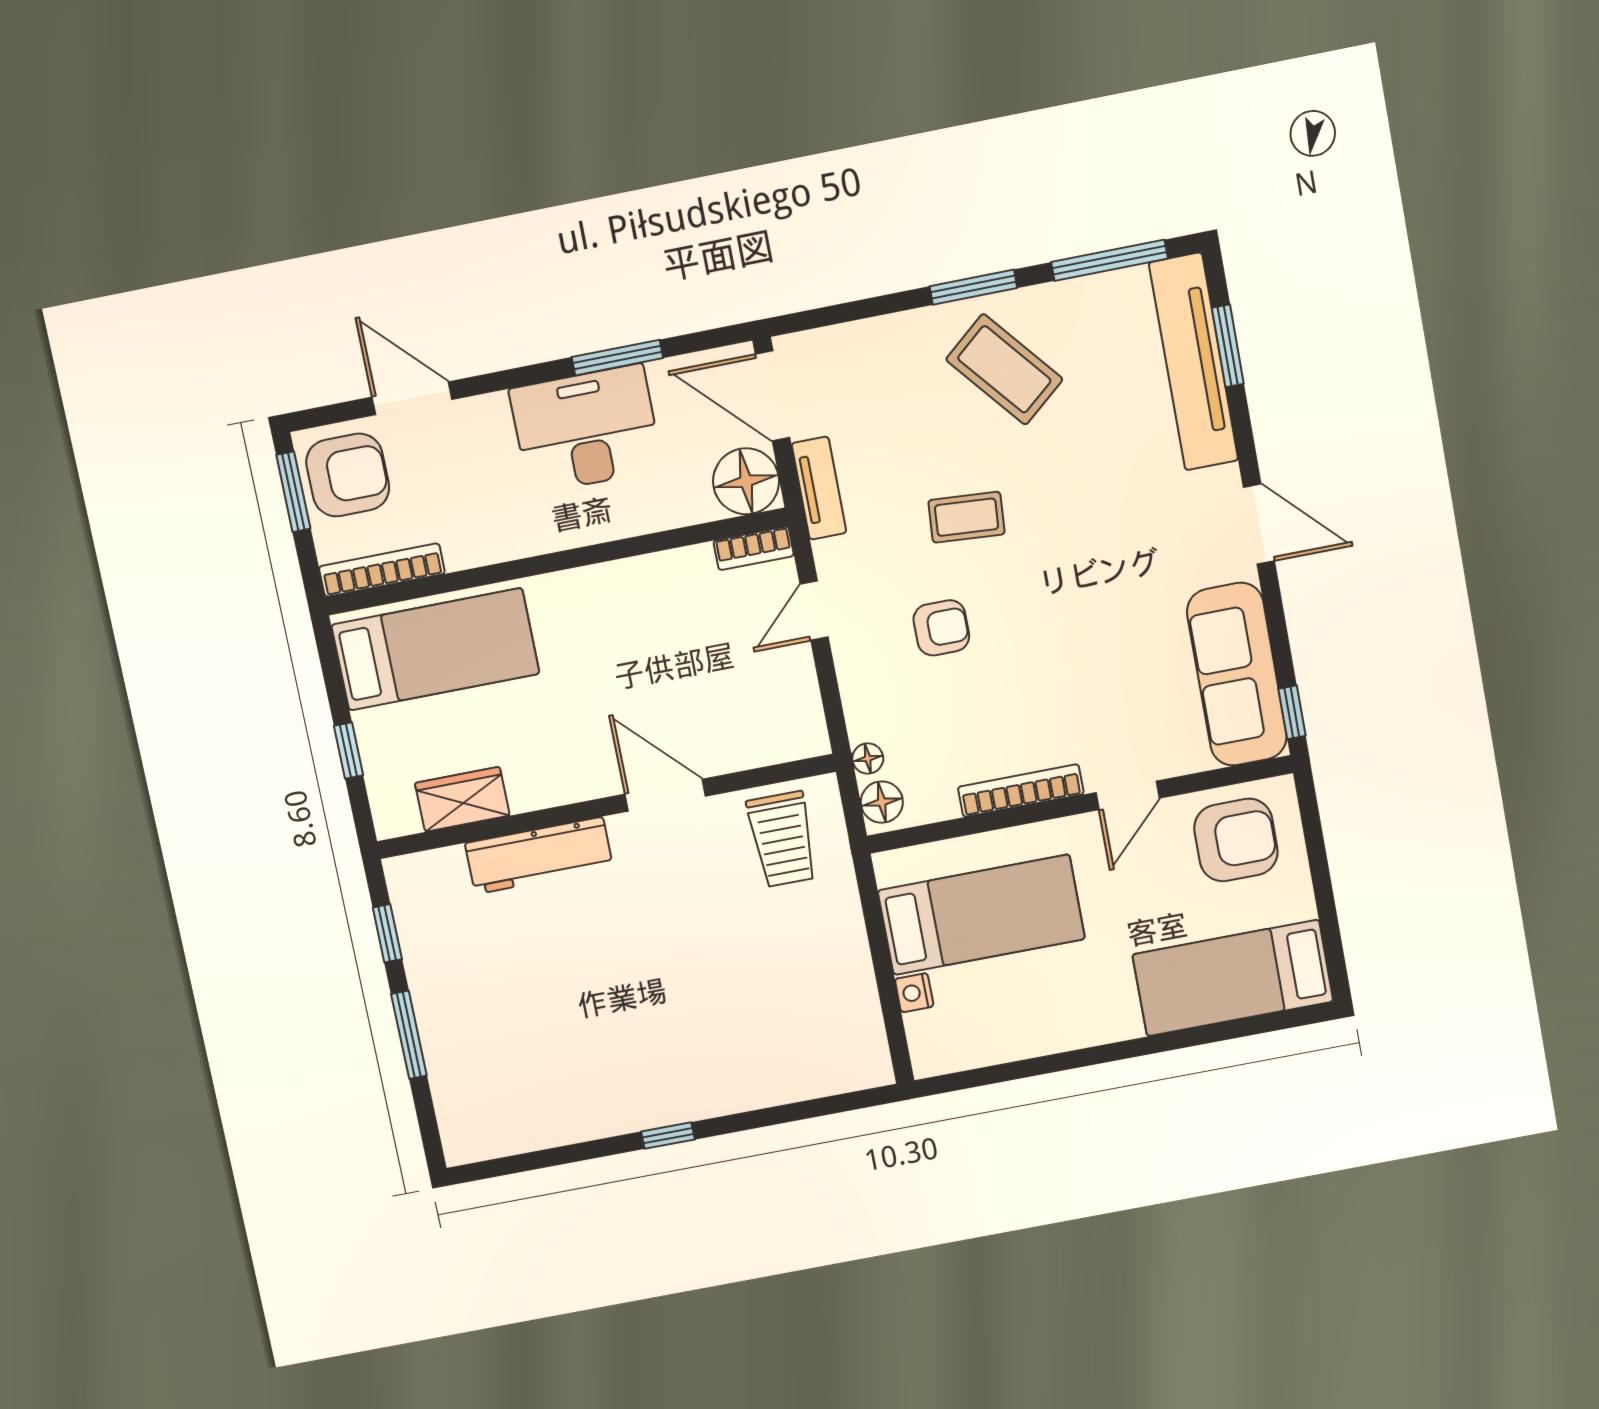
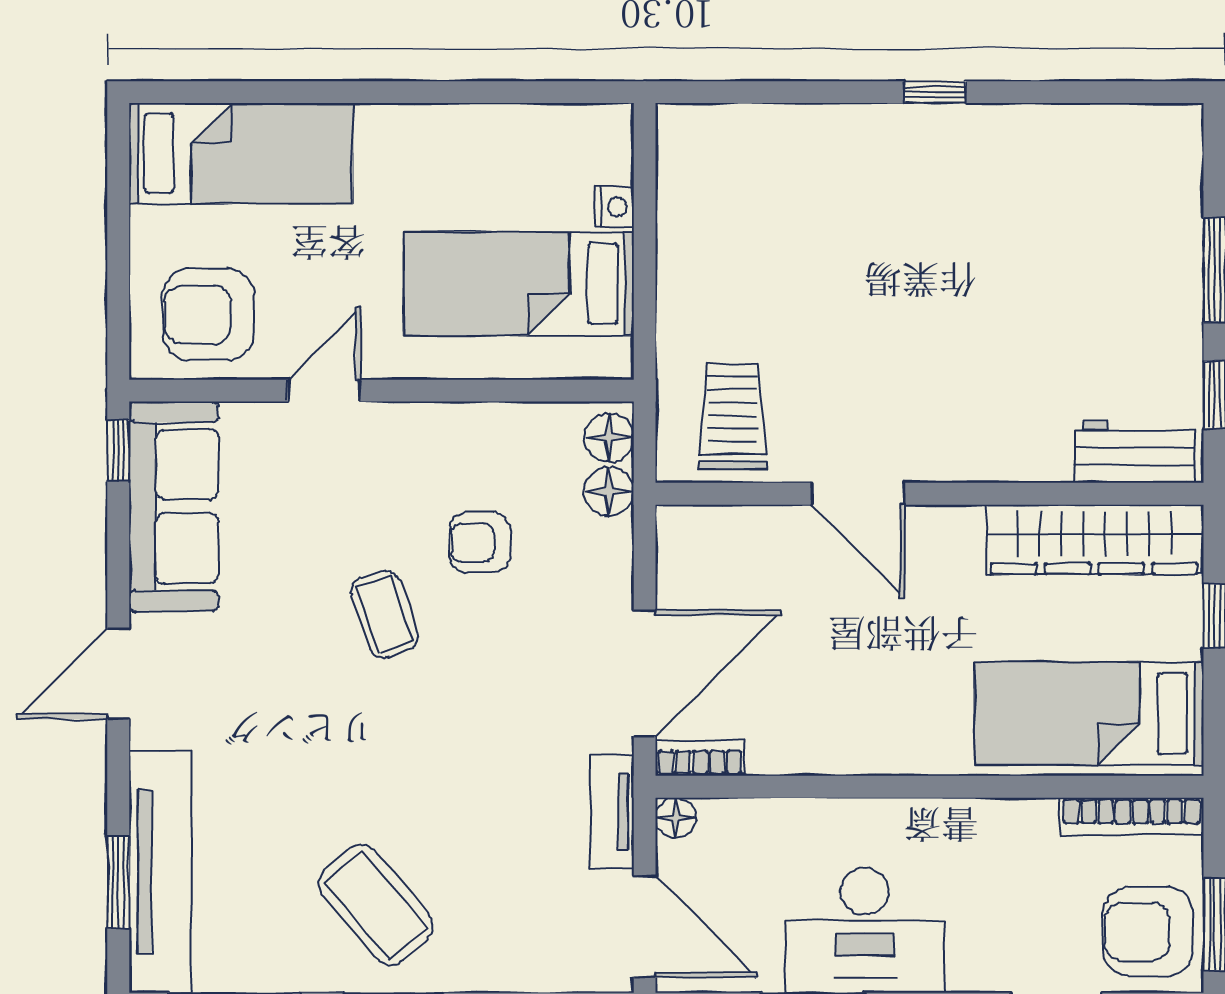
floor lamp: (746, 481) -> (676, 818), width x0.53, depth x0.53
coffee table: (967, 517) -> (385, 614), moved, turned 67
door: (1259, 524) -> (118, 674), hinge flipped
door: (814, 611) -> (645, 673), width x1.88
armchair: (941, 628) -> (480, 543), moved
floor lamp: (868, 758) -> (609, 491), width x1.37, depth x1.37
bookcase: (1021, 791) -> (446, 420), removed
wardrobe: (462, 799) -> (1094, 539), width x2.10, depth x1.17
workbench: (539, 856) -> (1134, 452), moved, width x0.73

